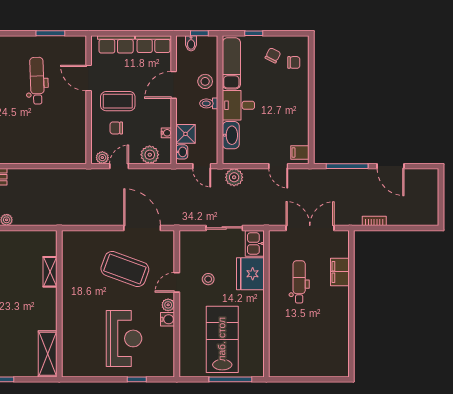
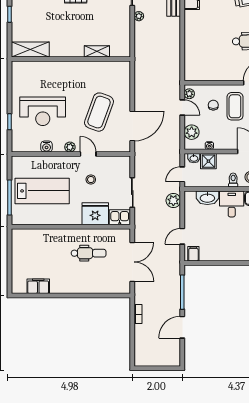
filing cabinet: (340, 272) -> (38, 286), moved
water cooler: (168, 319) -> (47, 147), moved

